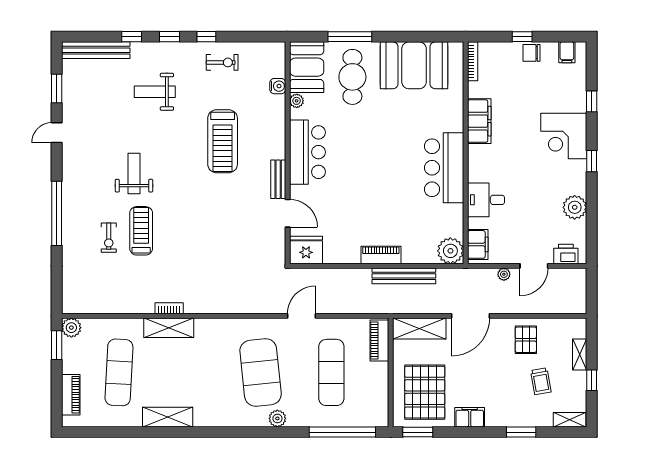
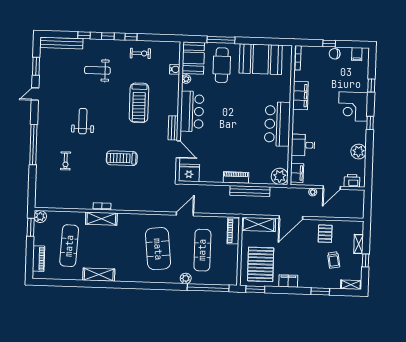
treadmill: (141, 231) -> (122, 158), moved, turned -90
plant: (277, 418) -> (186, 278), moved

